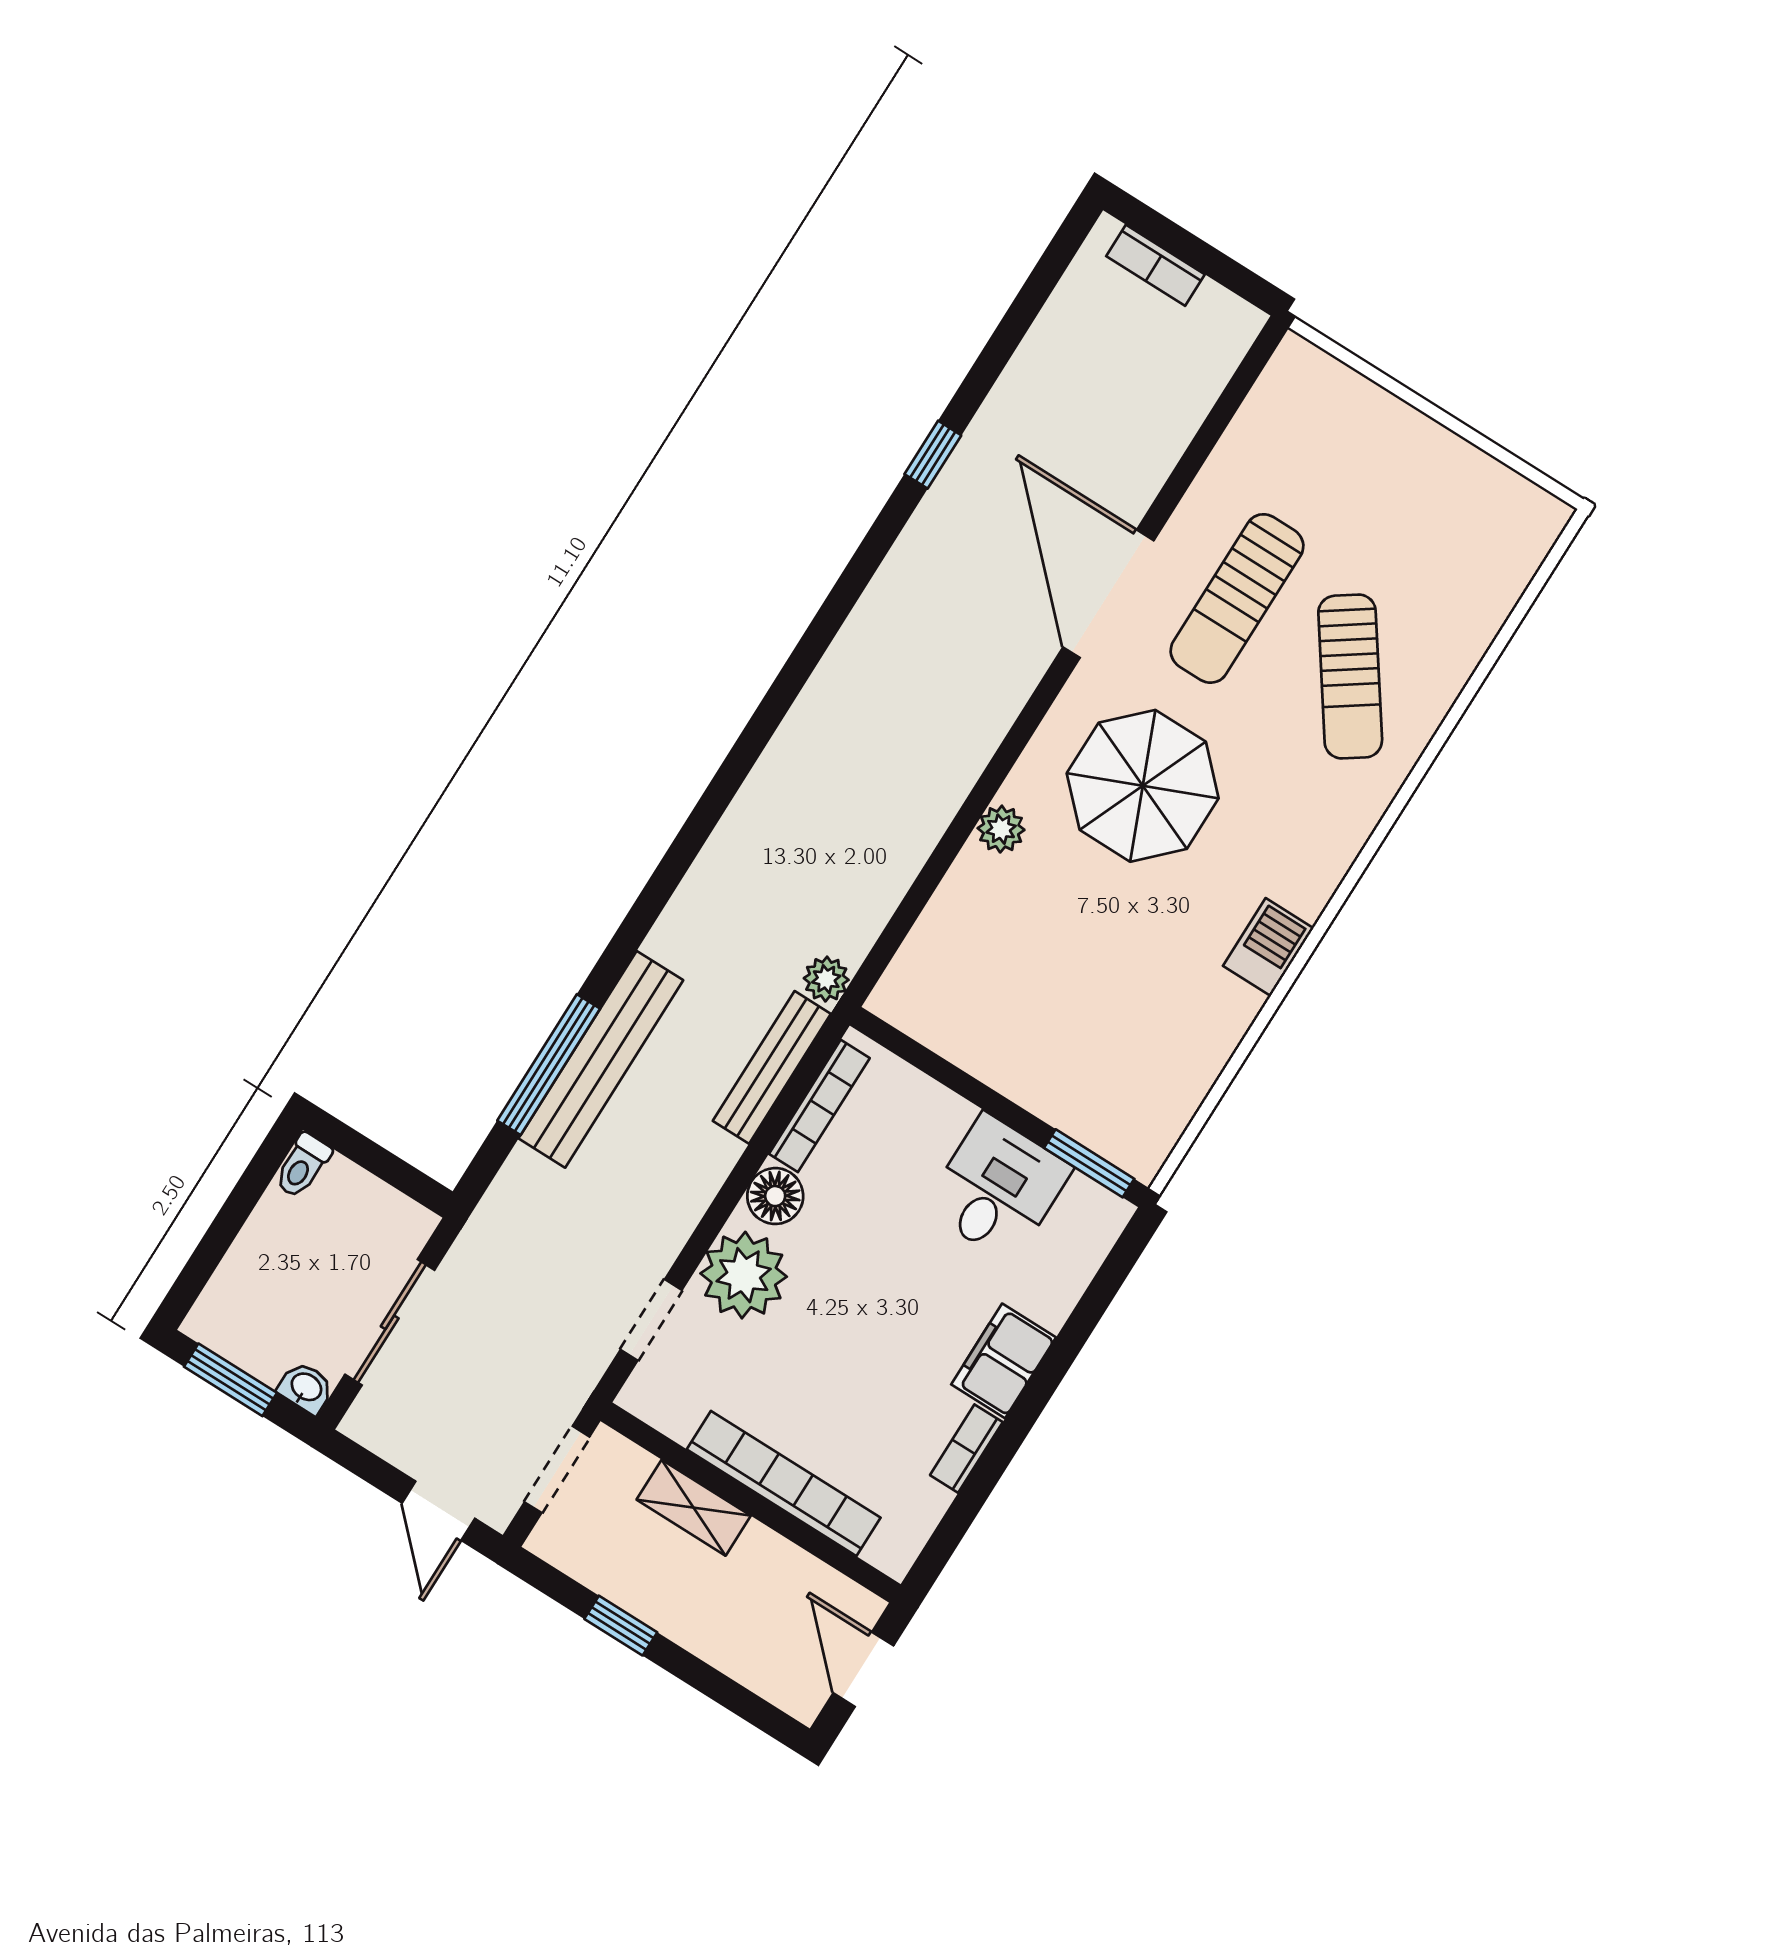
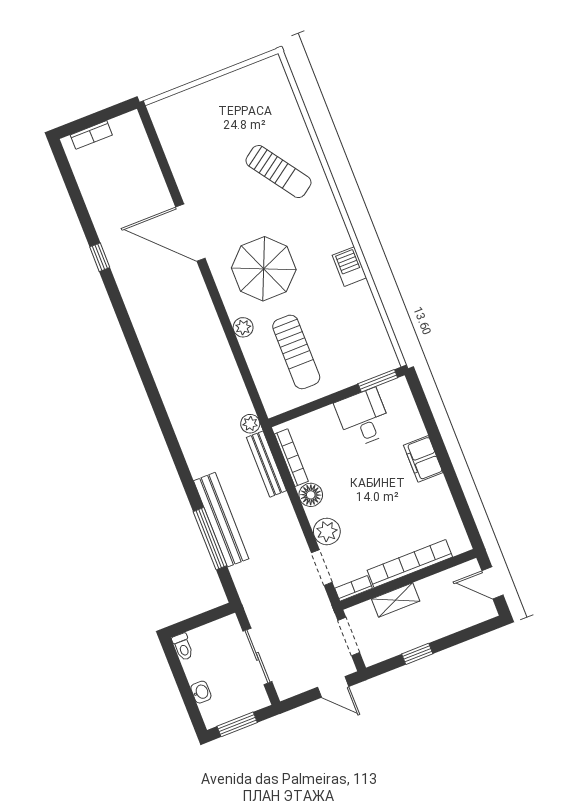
sun lounger: (1237, 598) -> (296, 352), moved
plant: (744, 1275) -> (327, 531), width x0.73, depth x0.73
washbasin: (306, 1388) -> (201, 692), moved, turned 90
bookcase: (966, 1449) -> (354, 588), moved, turned 90

